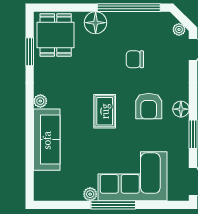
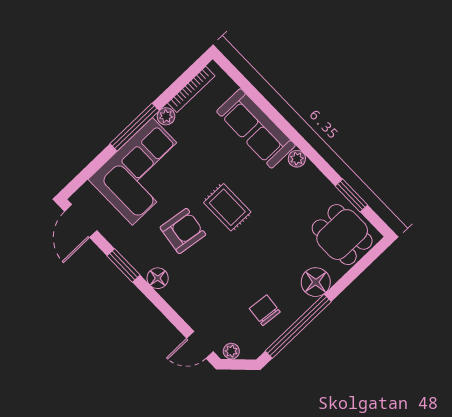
chair: (135, 59) -> (265, 310), moved, turned -84
armchair: (149, 106) -> (183, 231), moved, turned 98
bookcase: (62, 196) -> (191, 89), added

